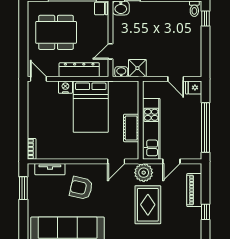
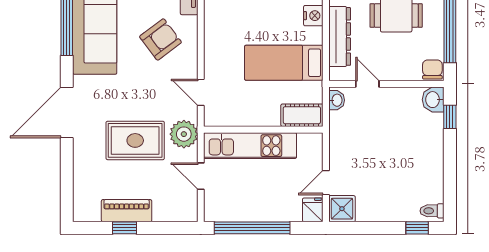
shower: (137, 68) -> (342, 209), moved
bed: (91, 107) -> (284, 63), width x0.67
cot: (131, 128) -> (302, 115), moved
armchair: (81, 188) -> (160, 39), turned 40
piano: (194, 190) -> (127, 211), moved

